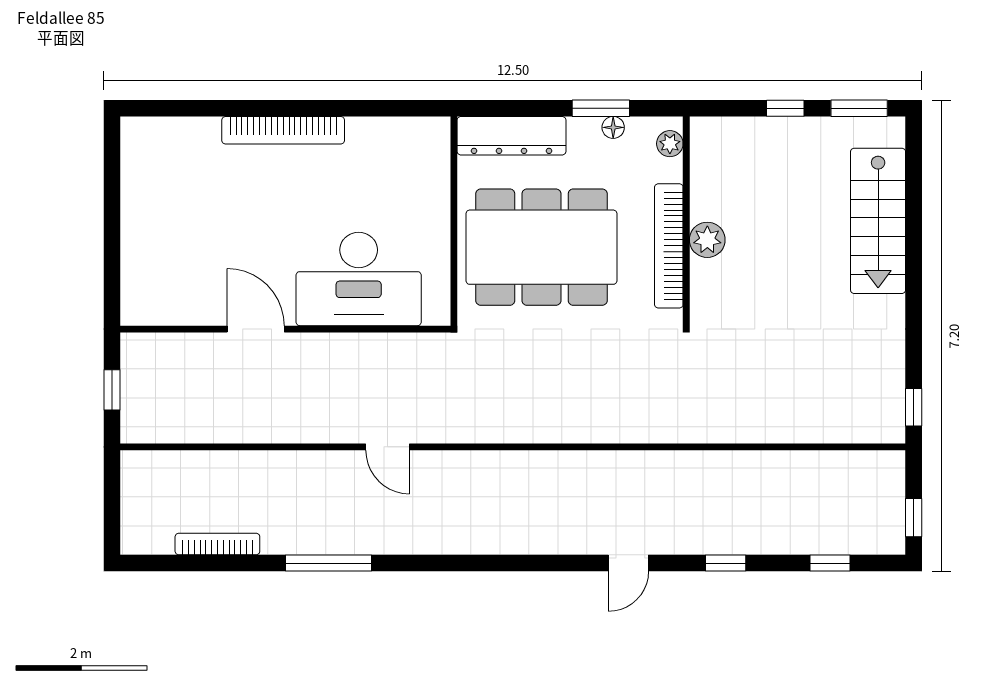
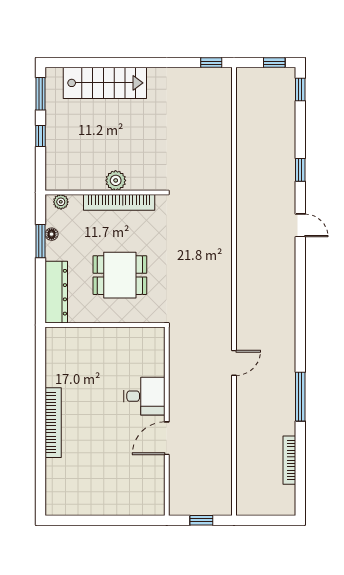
dining table: (541, 247) -> (120, 275), width x0.53, depth x0.80
desk: (359, 279) -> (144, 396), width x0.53, depth x0.77
window: (830, 563) -> (300, 90), moved

